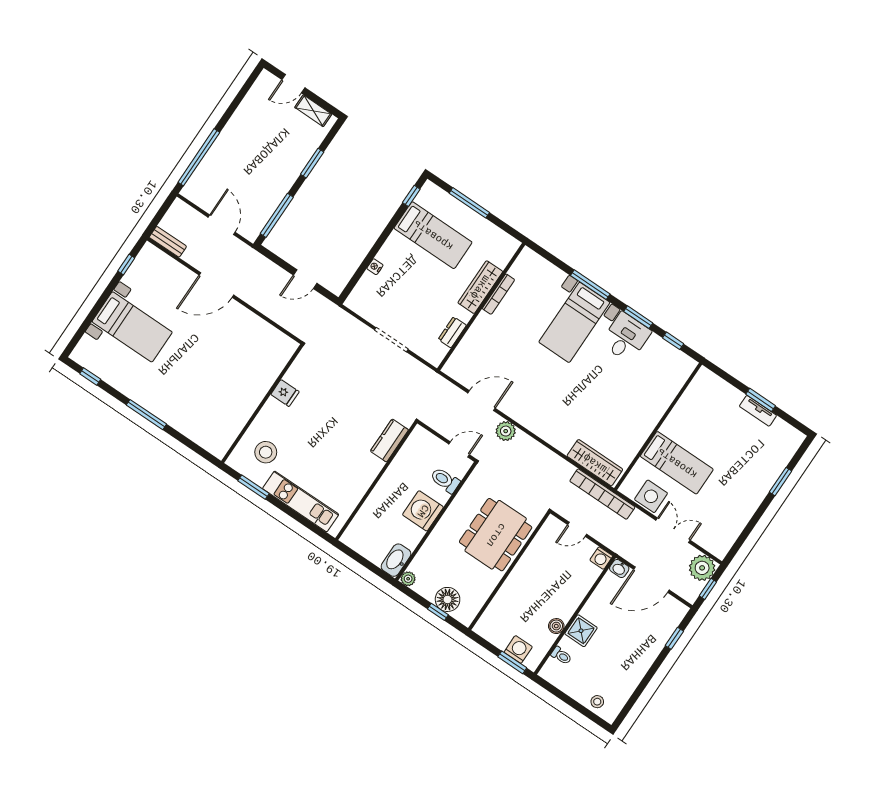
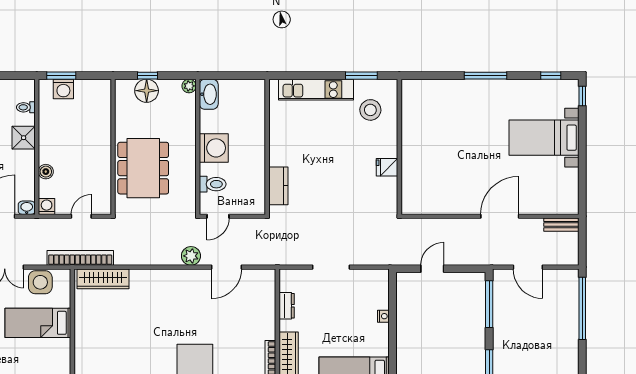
window: (126, 265) -> (582, 96), moved
boiler: (556, 626) -> (46, 172), moved

